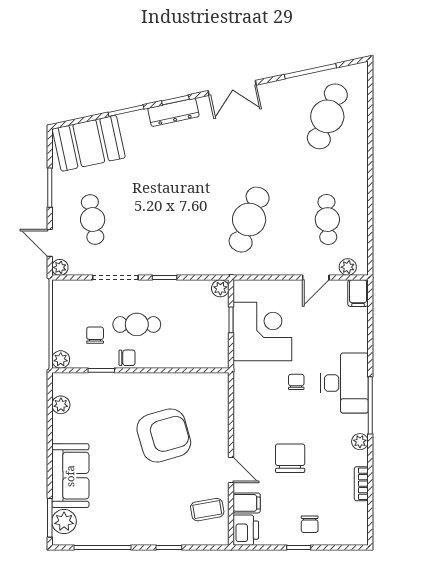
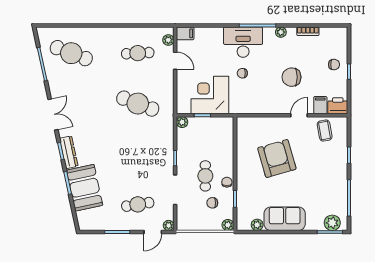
booth: (89, 143) -> (84, 188), moved
sofa: (70, 476) -> (285, 219), moved

